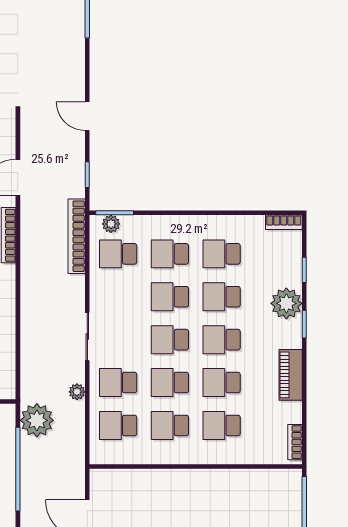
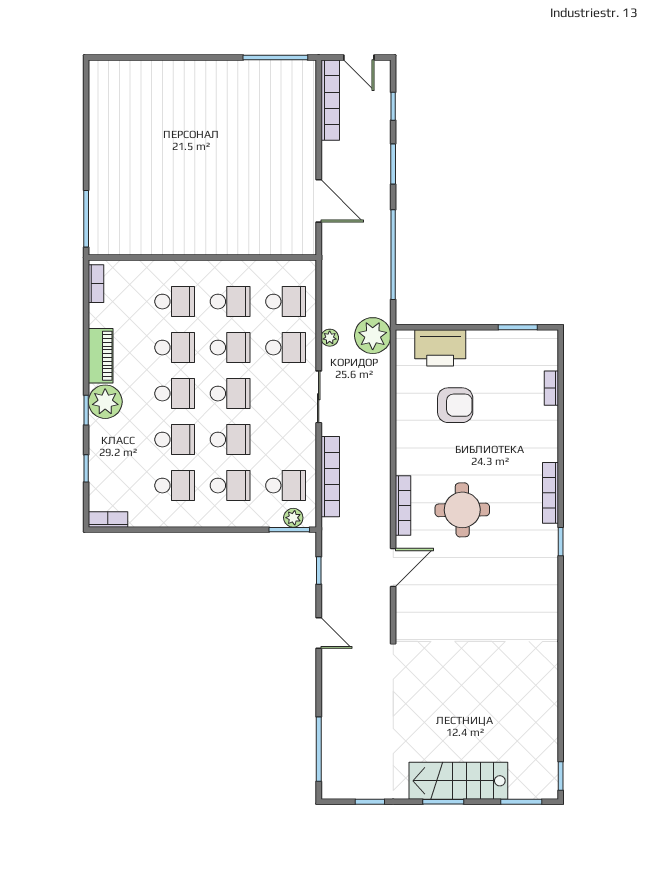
bookcase: (77, 236) -> (330, 477), moved
plant: (286, 303) -> (105, 402), moved
plant: (37, 420) -> (373, 336), moved

